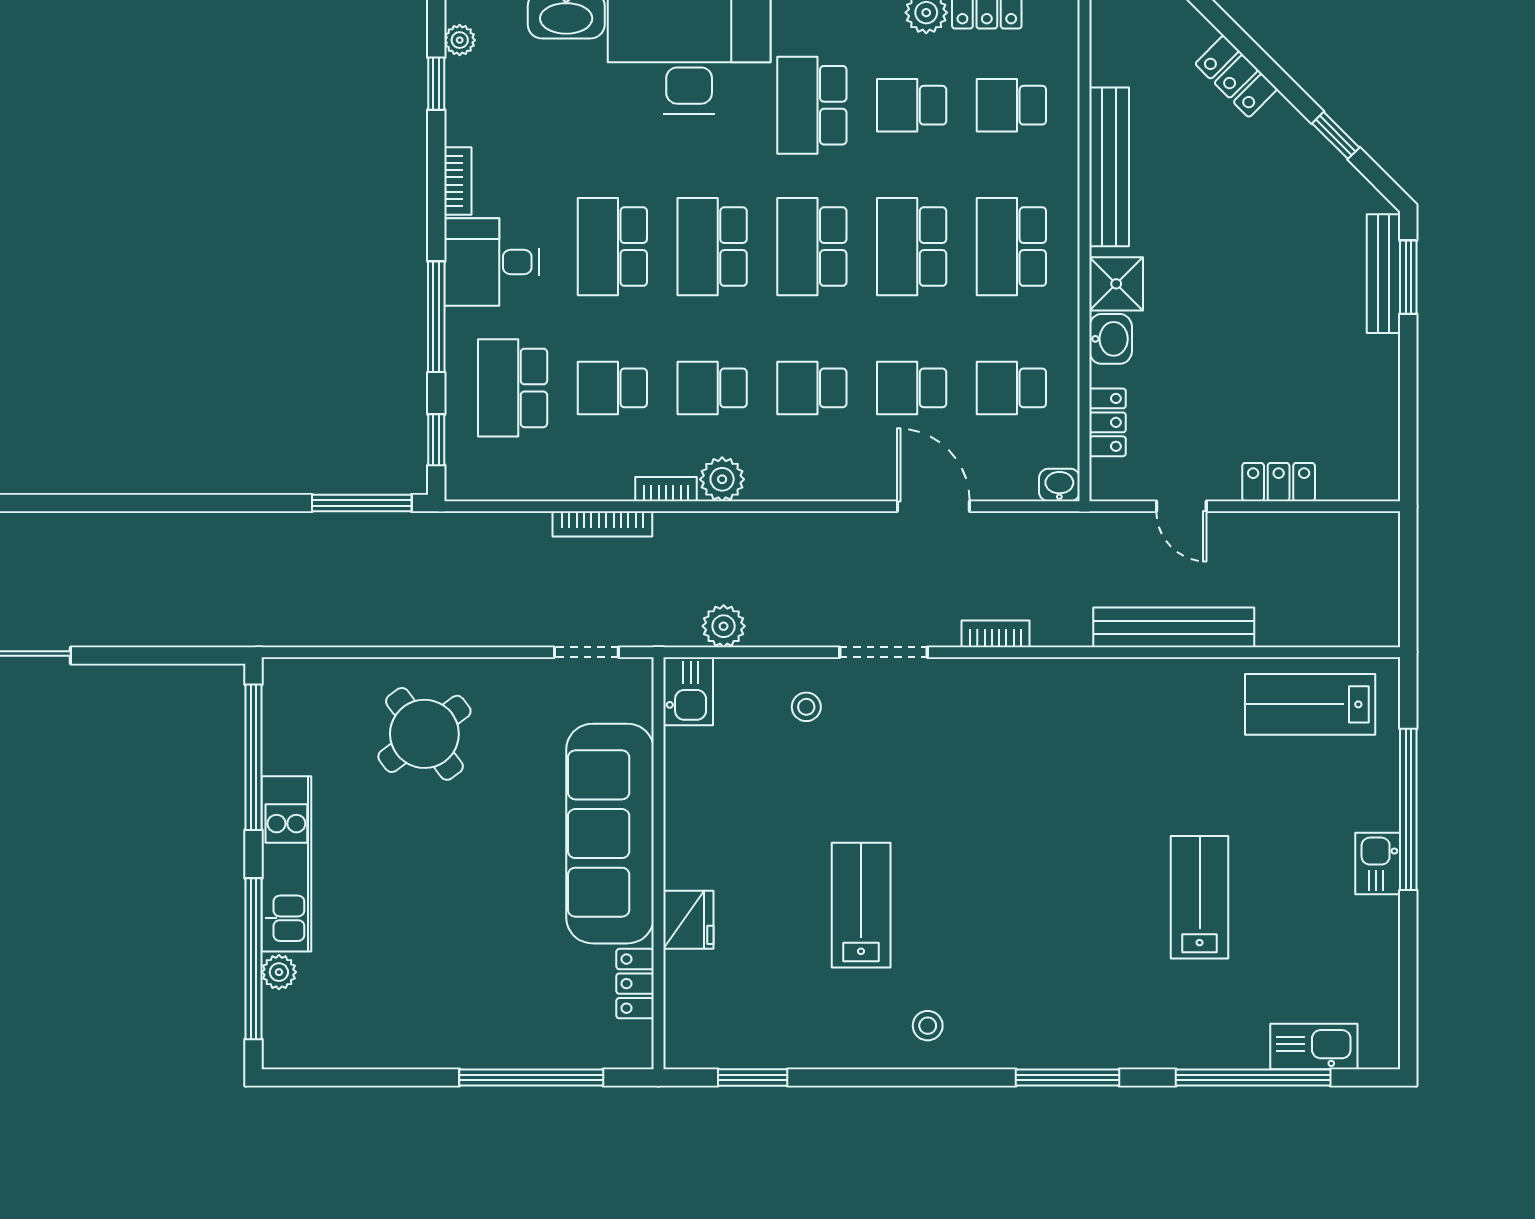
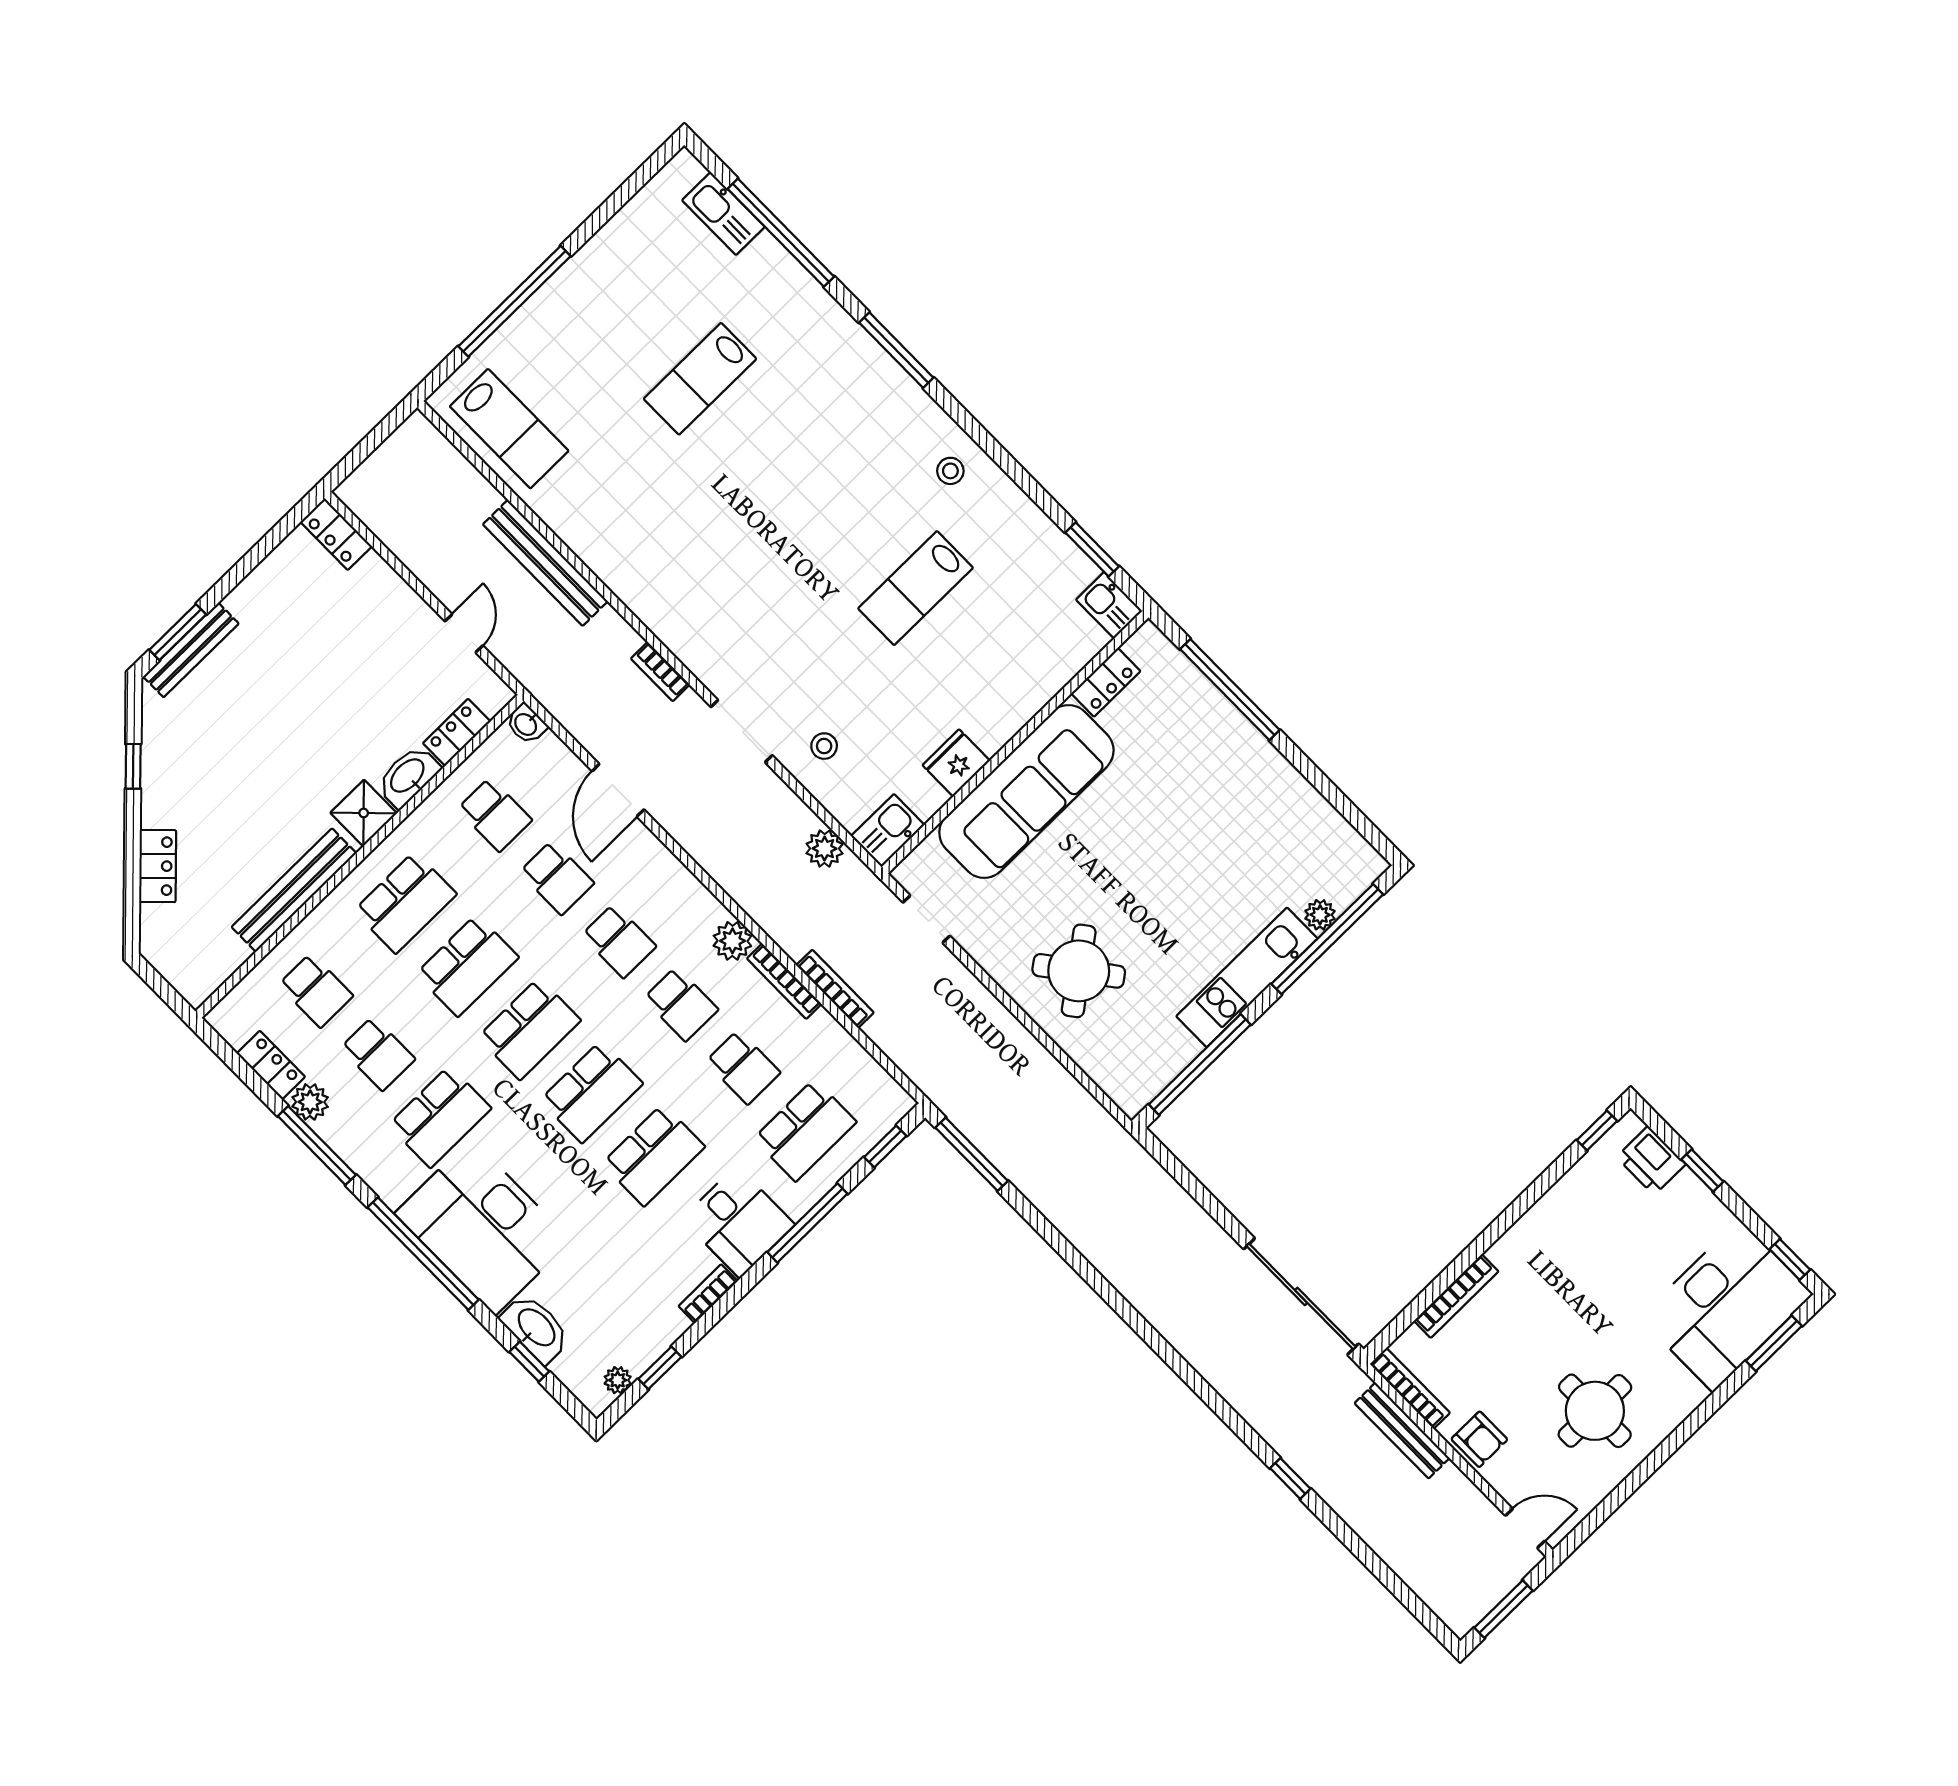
washbasin: (1111, 339) -> (408, 776), width x1.38
locker: (1279, 482) -> (336, 534), moved
bookcase: (666, 489) -> (784, 981), width x1.56
kitchen sink: (1378, 863) -> (1109, 605), moved, turned 90
fridge: (688, 920) -> (956, 763), moved

